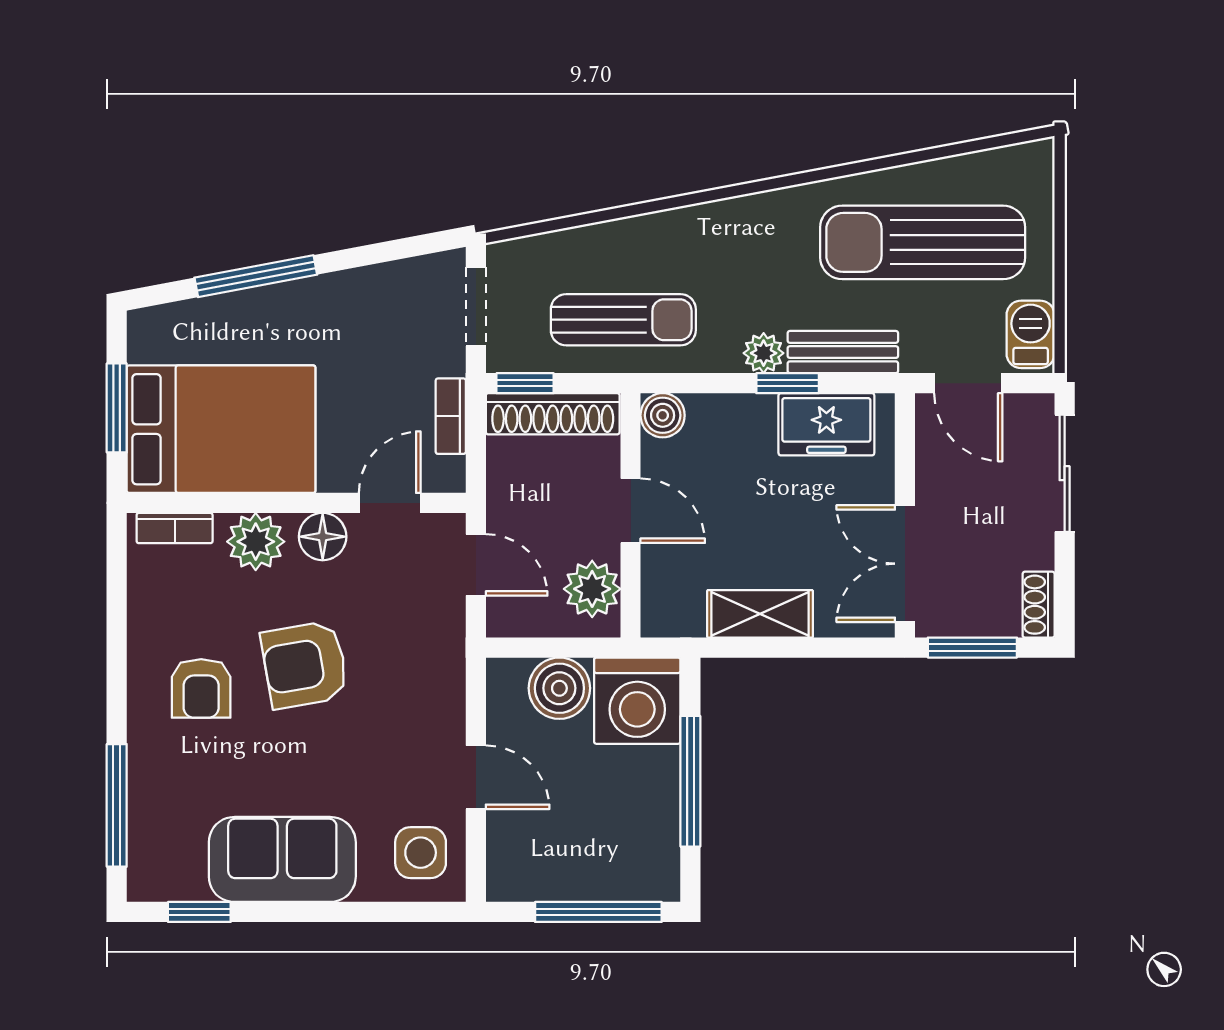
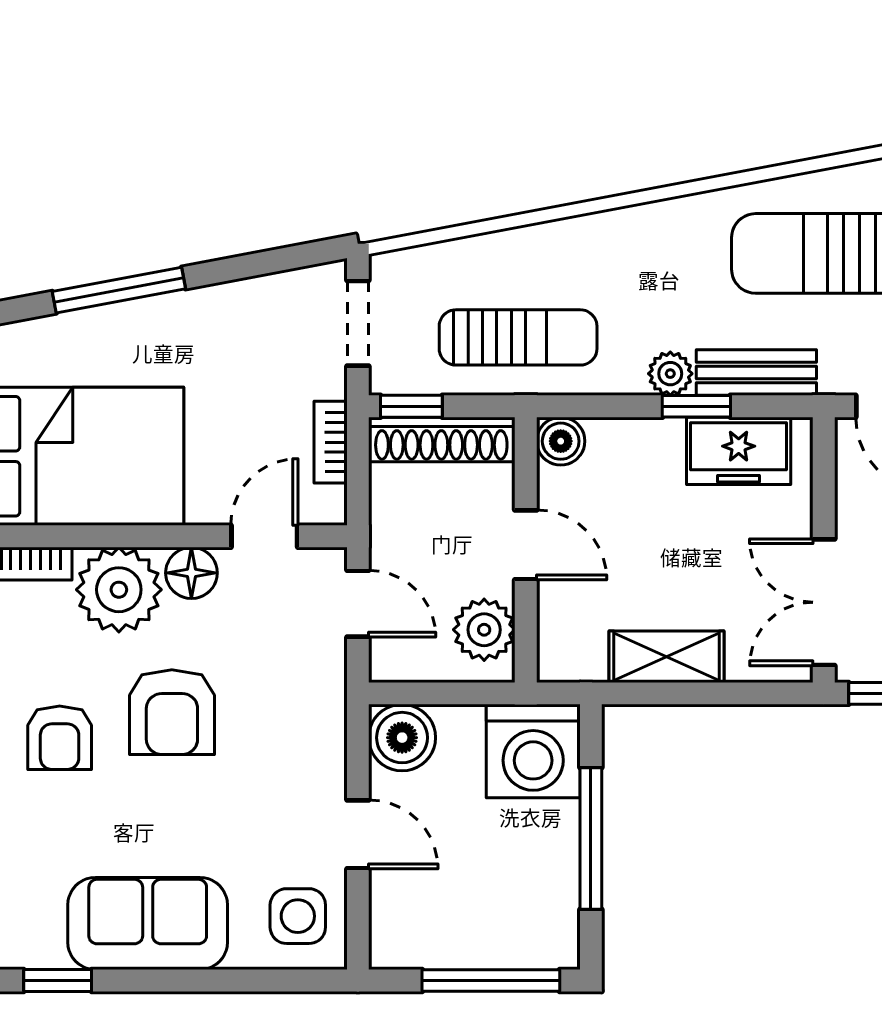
plant: (256, 542) -> (119, 590), width x1.36, depth x1.36
armchair: (305, 665) -> (172, 712), turned -80
boiler: (559, 688) -> (402, 738), moved

